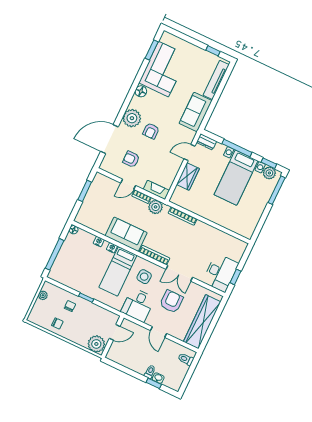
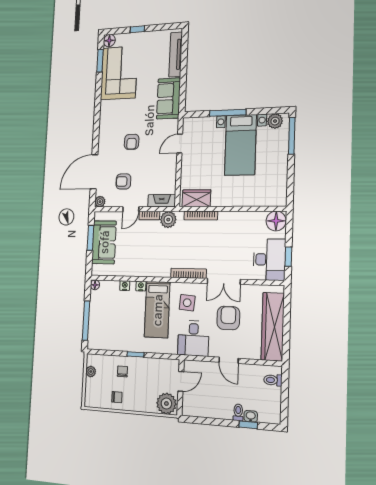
window: (213, 51) -> (137, 29), moved
floor lamp: (141, 91) -> (109, 41), moved
plant: (132, 118) -> (100, 202), moved, width x0.53, depth x0.53
dresser: (207, 142) -> (193, 123), removed
window: (269, 163) -> (270, 111), removed
wardrobe: (188, 176) -> (196, 198), moved, turned -90
sofa: (126, 234) -> (104, 242), moved, turned 90
floor lamp: (238, 247) -> (276, 221), added

